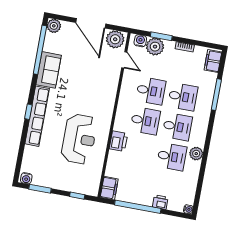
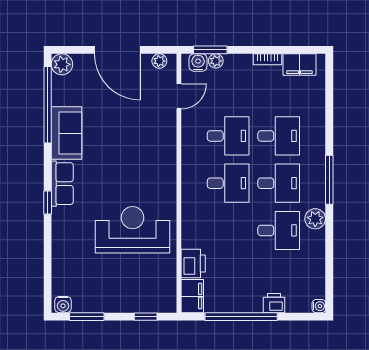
window: (161, 36) -> (210, 50), moved
plant: (115, 39) -> (159, 61), width x0.53, depth x0.53
plant: (155, 47) -> (216, 61), width x0.53, depth x0.53
door: (124, 60) -> (179, 96), hinge flipped
filing cabinet: (213, 61) -> (299, 65), moved, turned -90
window: (216, 95) -> (329, 180), moved
row of seats: (37, 116) -> (62, 184), width x0.50
reception desk: (79, 139) -> (133, 230), turned -90
printer: (118, 141) -> (193, 263), moved

